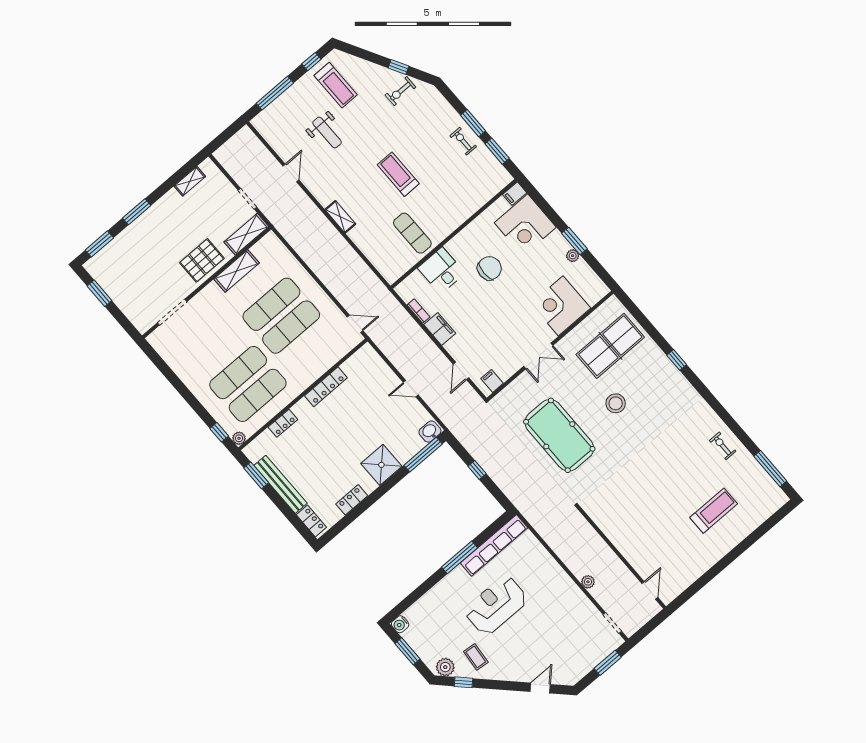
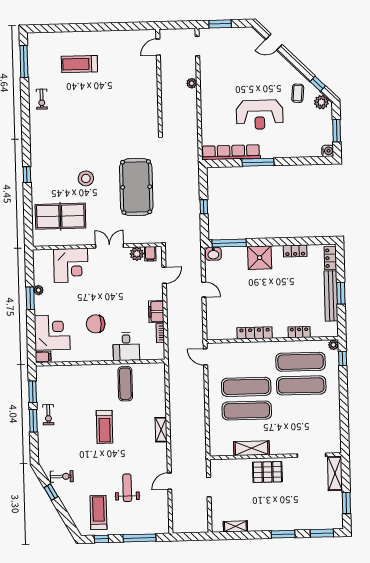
shelving: (246, 234) -> (335, 473), moved, turned 90
plant: (505, 370) -> (137, 254), added
window: (256, 475) -> (341, 293), moved

